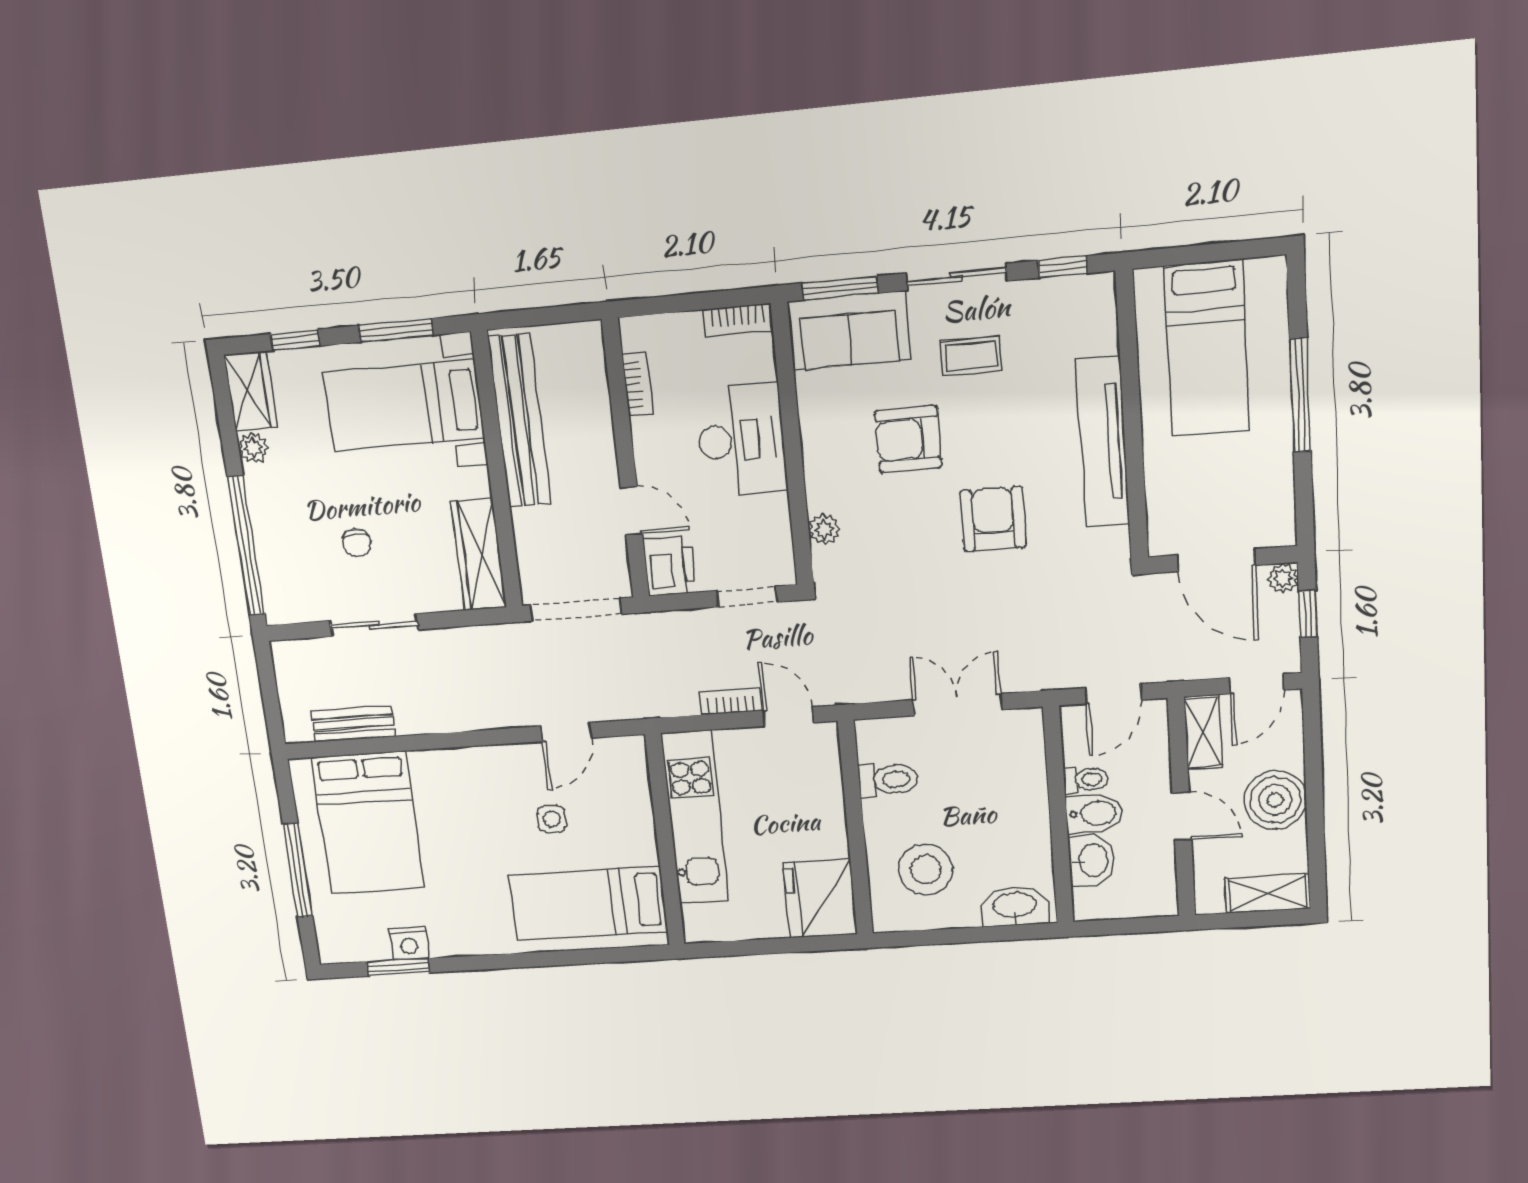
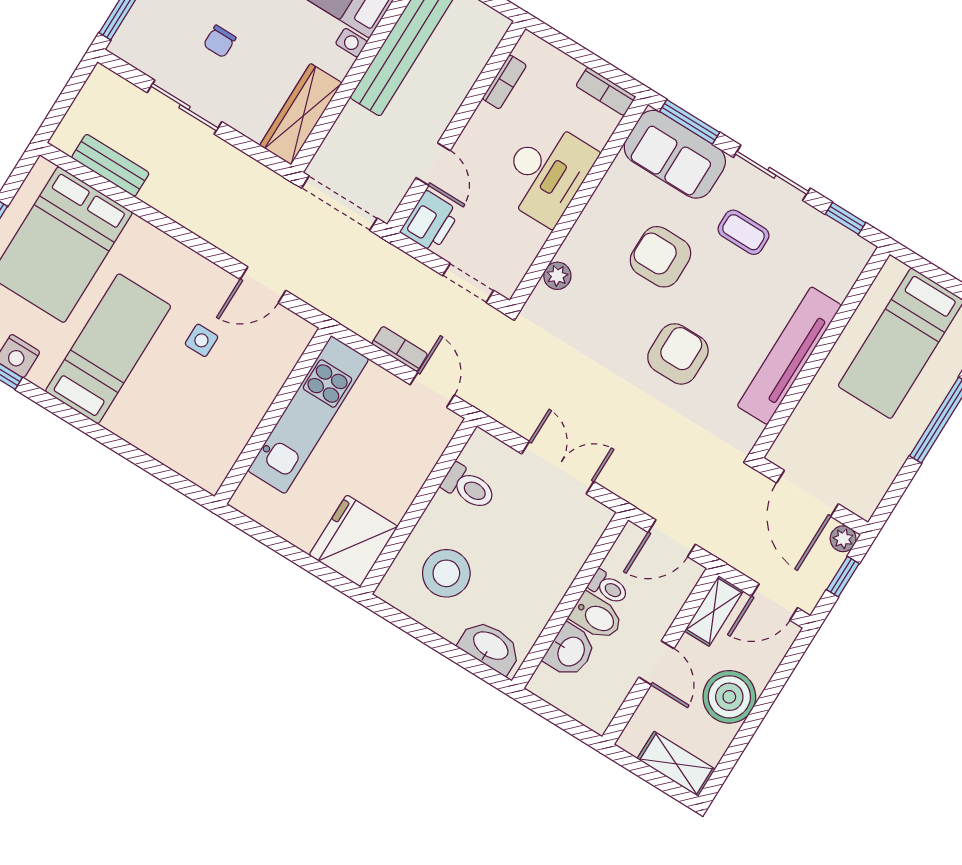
bed: (588, 903) -> (108, 349), moved, turned 90

